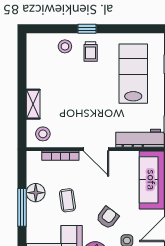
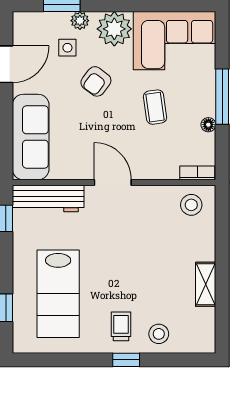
shelving: (33, 104) -> (206, 284), moved
bookcase: (60, 156) -> (197, 173), moved, width x0.64
floor lamp: (36, 193) -> (208, 125), width x0.53, depth x0.53

